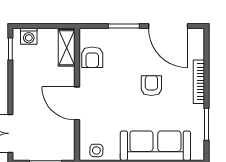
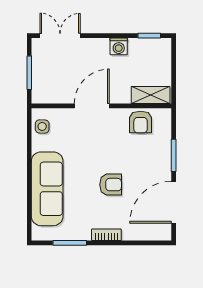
washing machine: (29, 36) -> (119, 46), moved, turned -90
armchair: (92, 57) -> (141, 122), turned -90
bookcase: (199, 82) -> (106, 235), width x0.64

